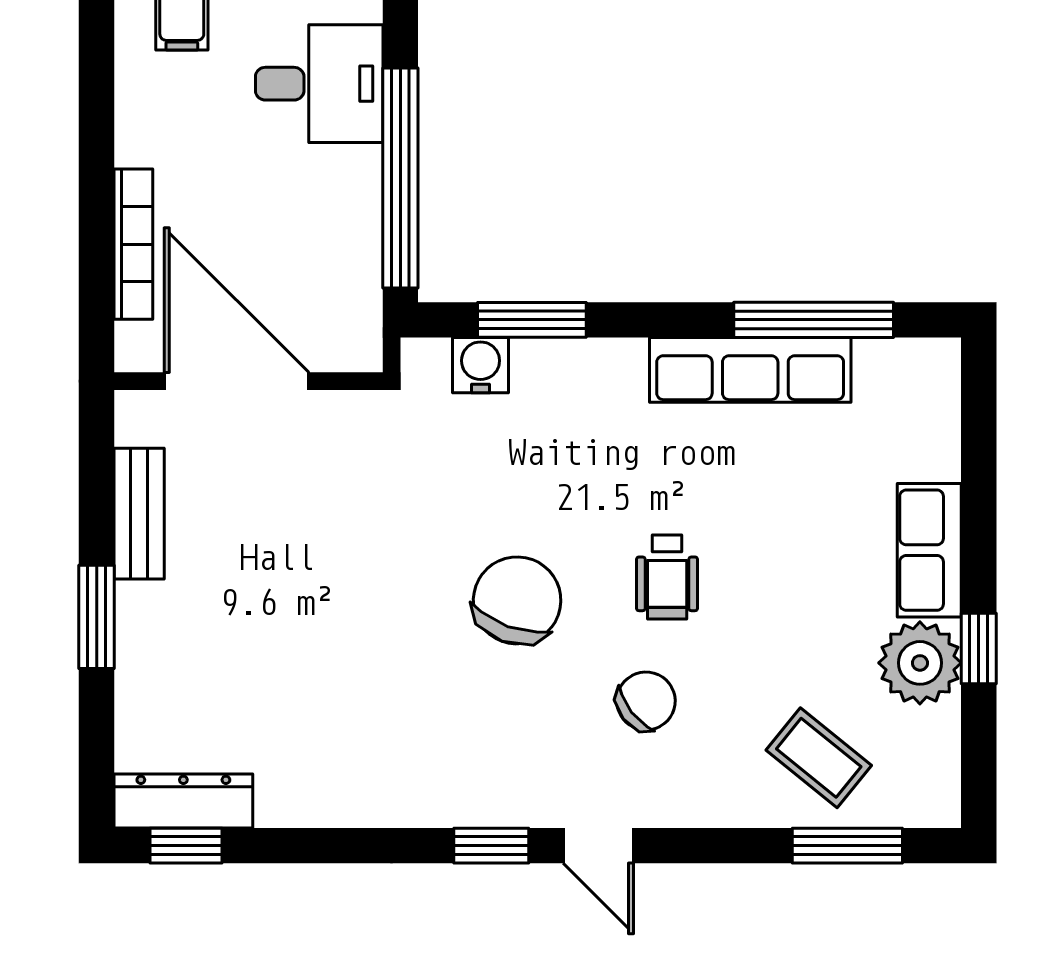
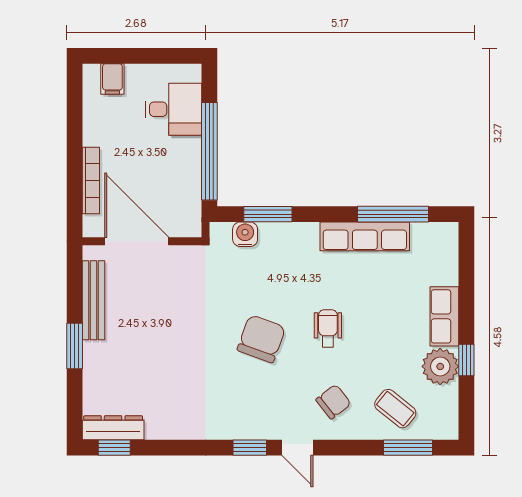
bench: (139, 514) -> (93, 300), width x1.36
wheelchair: (667, 577) -> (328, 328), turned 180
chair: (646, 701) -> (333, 402), moved

